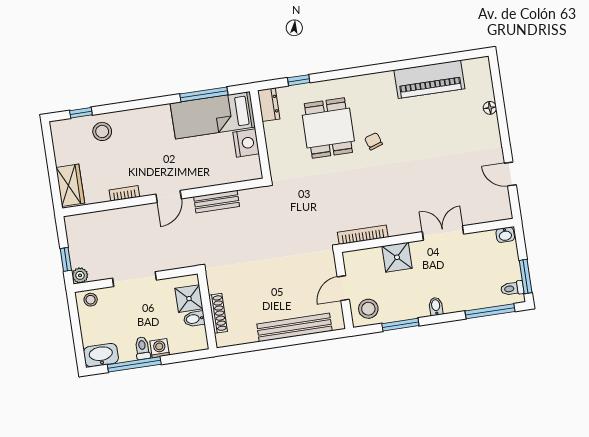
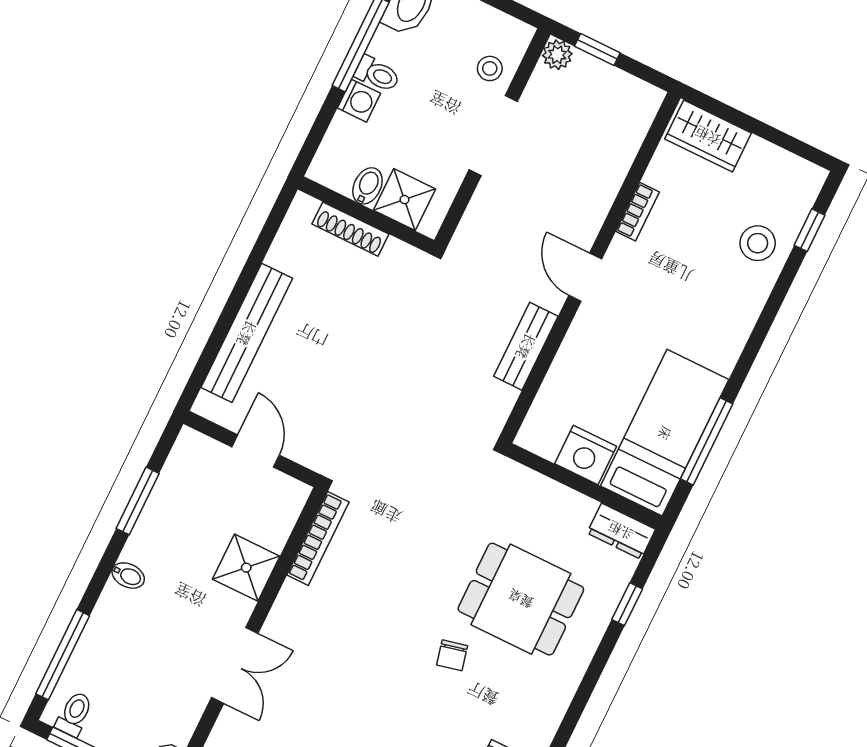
chair: (373, 141) -> (452, 655), turned 95
stool: (91, 300) -> (490, 68), moved
stool: (368, 309) -> (197, 468), removed

